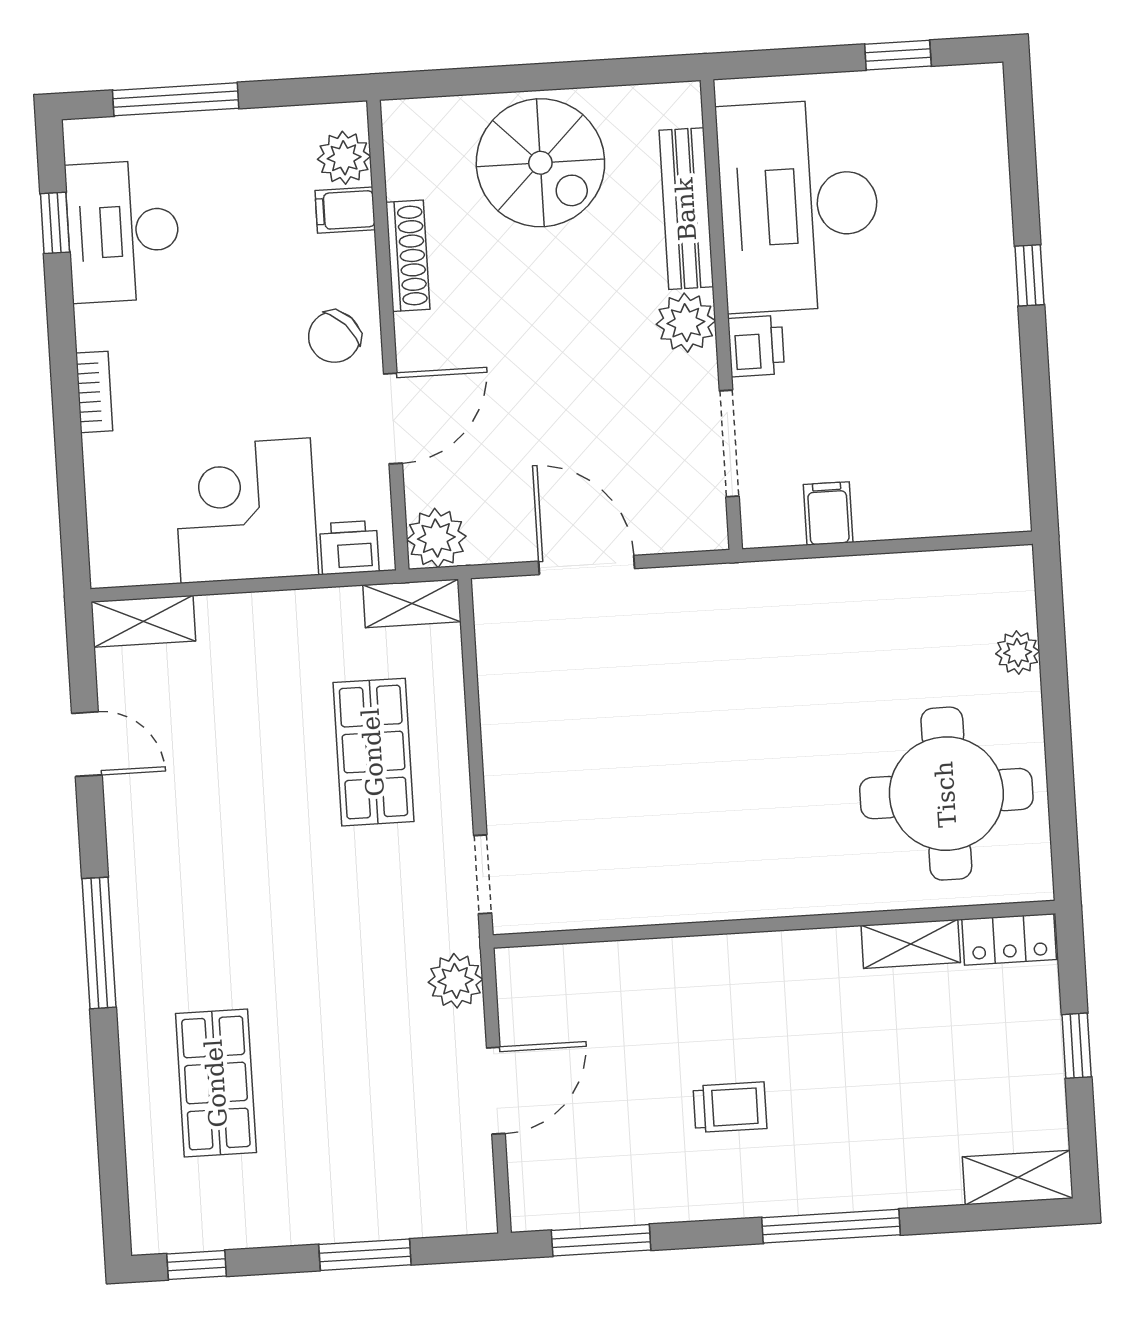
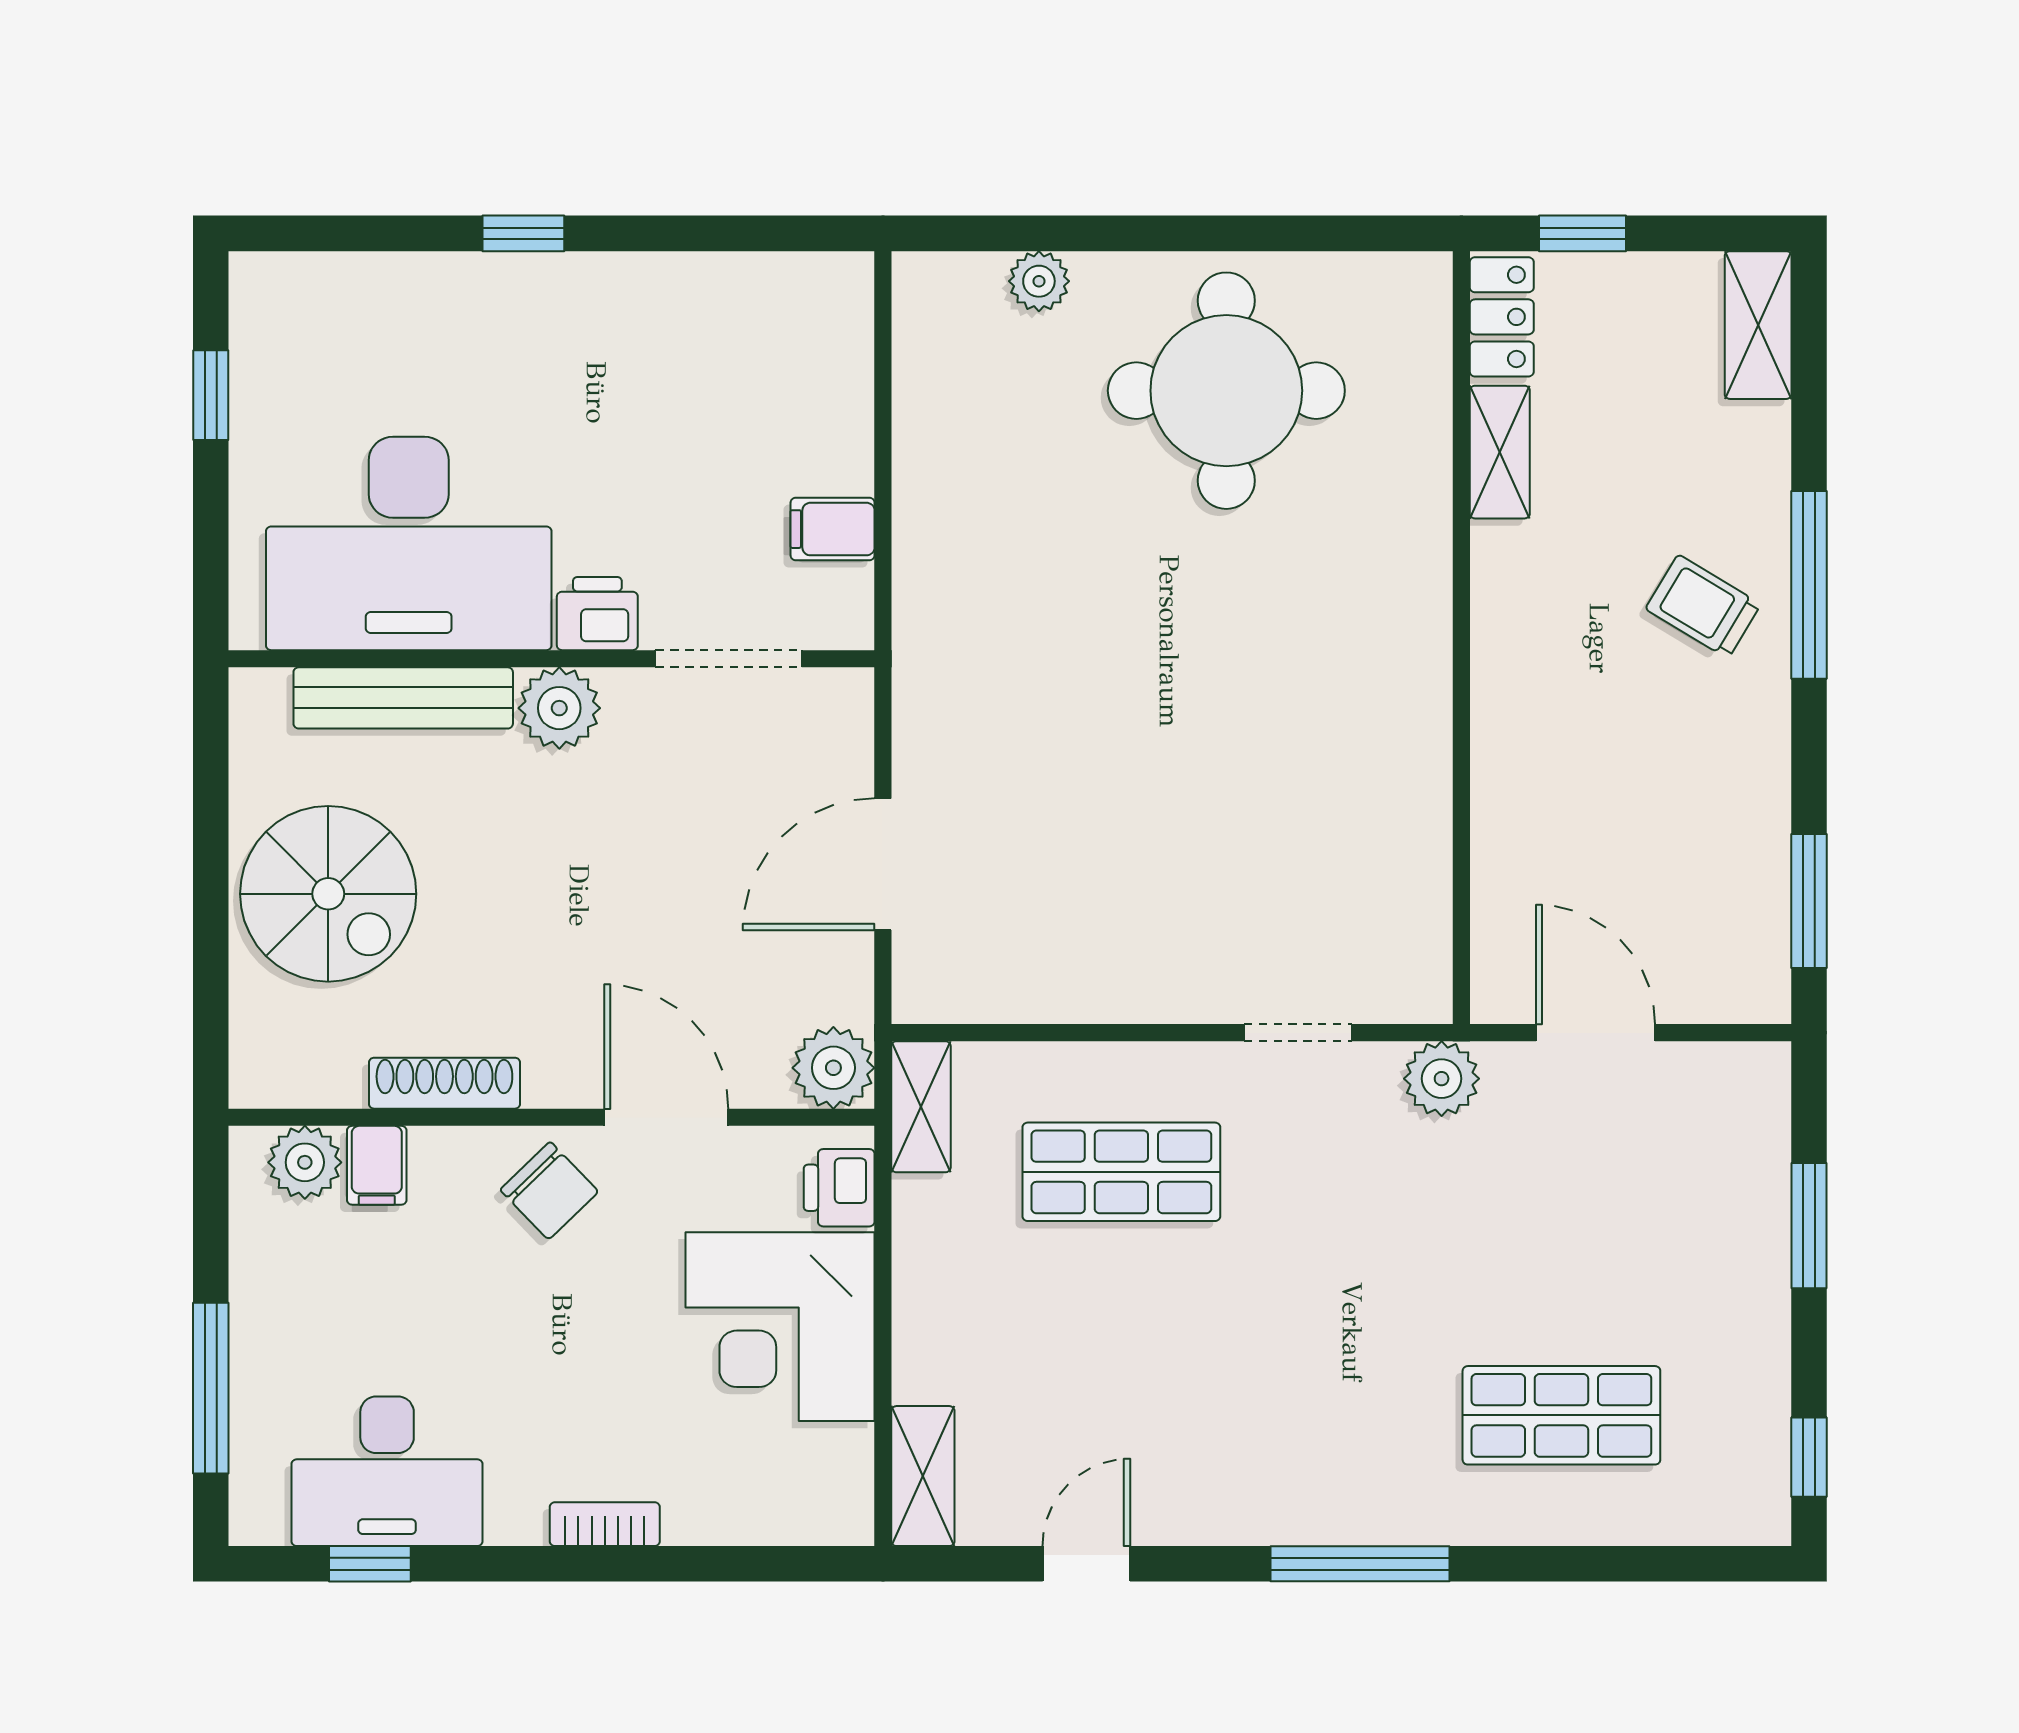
spiral stairs: (540, 163) -> (328, 894), turned 90
wall: (774, 924) -> (1461, 638), moved
locker: (1009, 939) -> (1502, 317), moved
shelving: (911, 944) -> (1500, 452), moved
trolley: (730, 1107) -> (1703, 606), moved, turned -59

